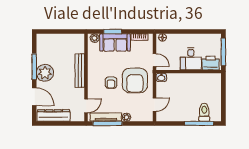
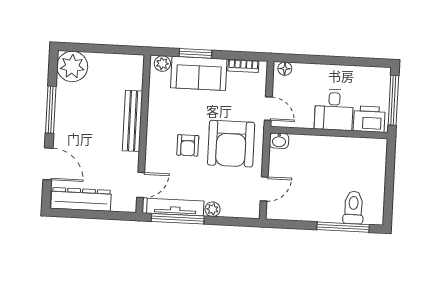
plant: (45, 73) -> (72, 66), moved

